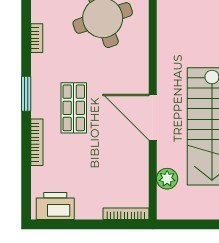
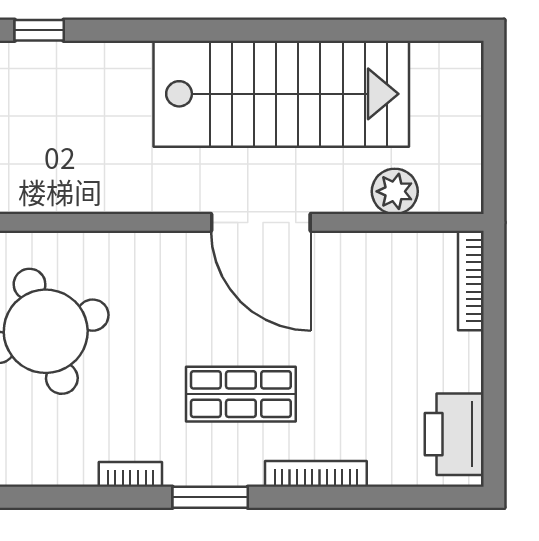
bookcase: (37, 38) -> (130, 474), moved
door: (153, 117) -> (261, 222), hinge flipped

